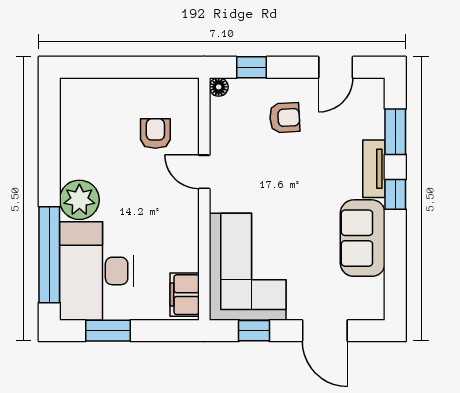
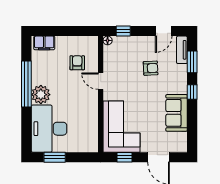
armchair: (285, 118) -> (151, 68), moved
tv unit: (374, 169) -> (182, 50), moved
window: (49, 255) -> (26, 84), moved
filing cabinet: (185, 295) -> (44, 43), moved, turned -90

